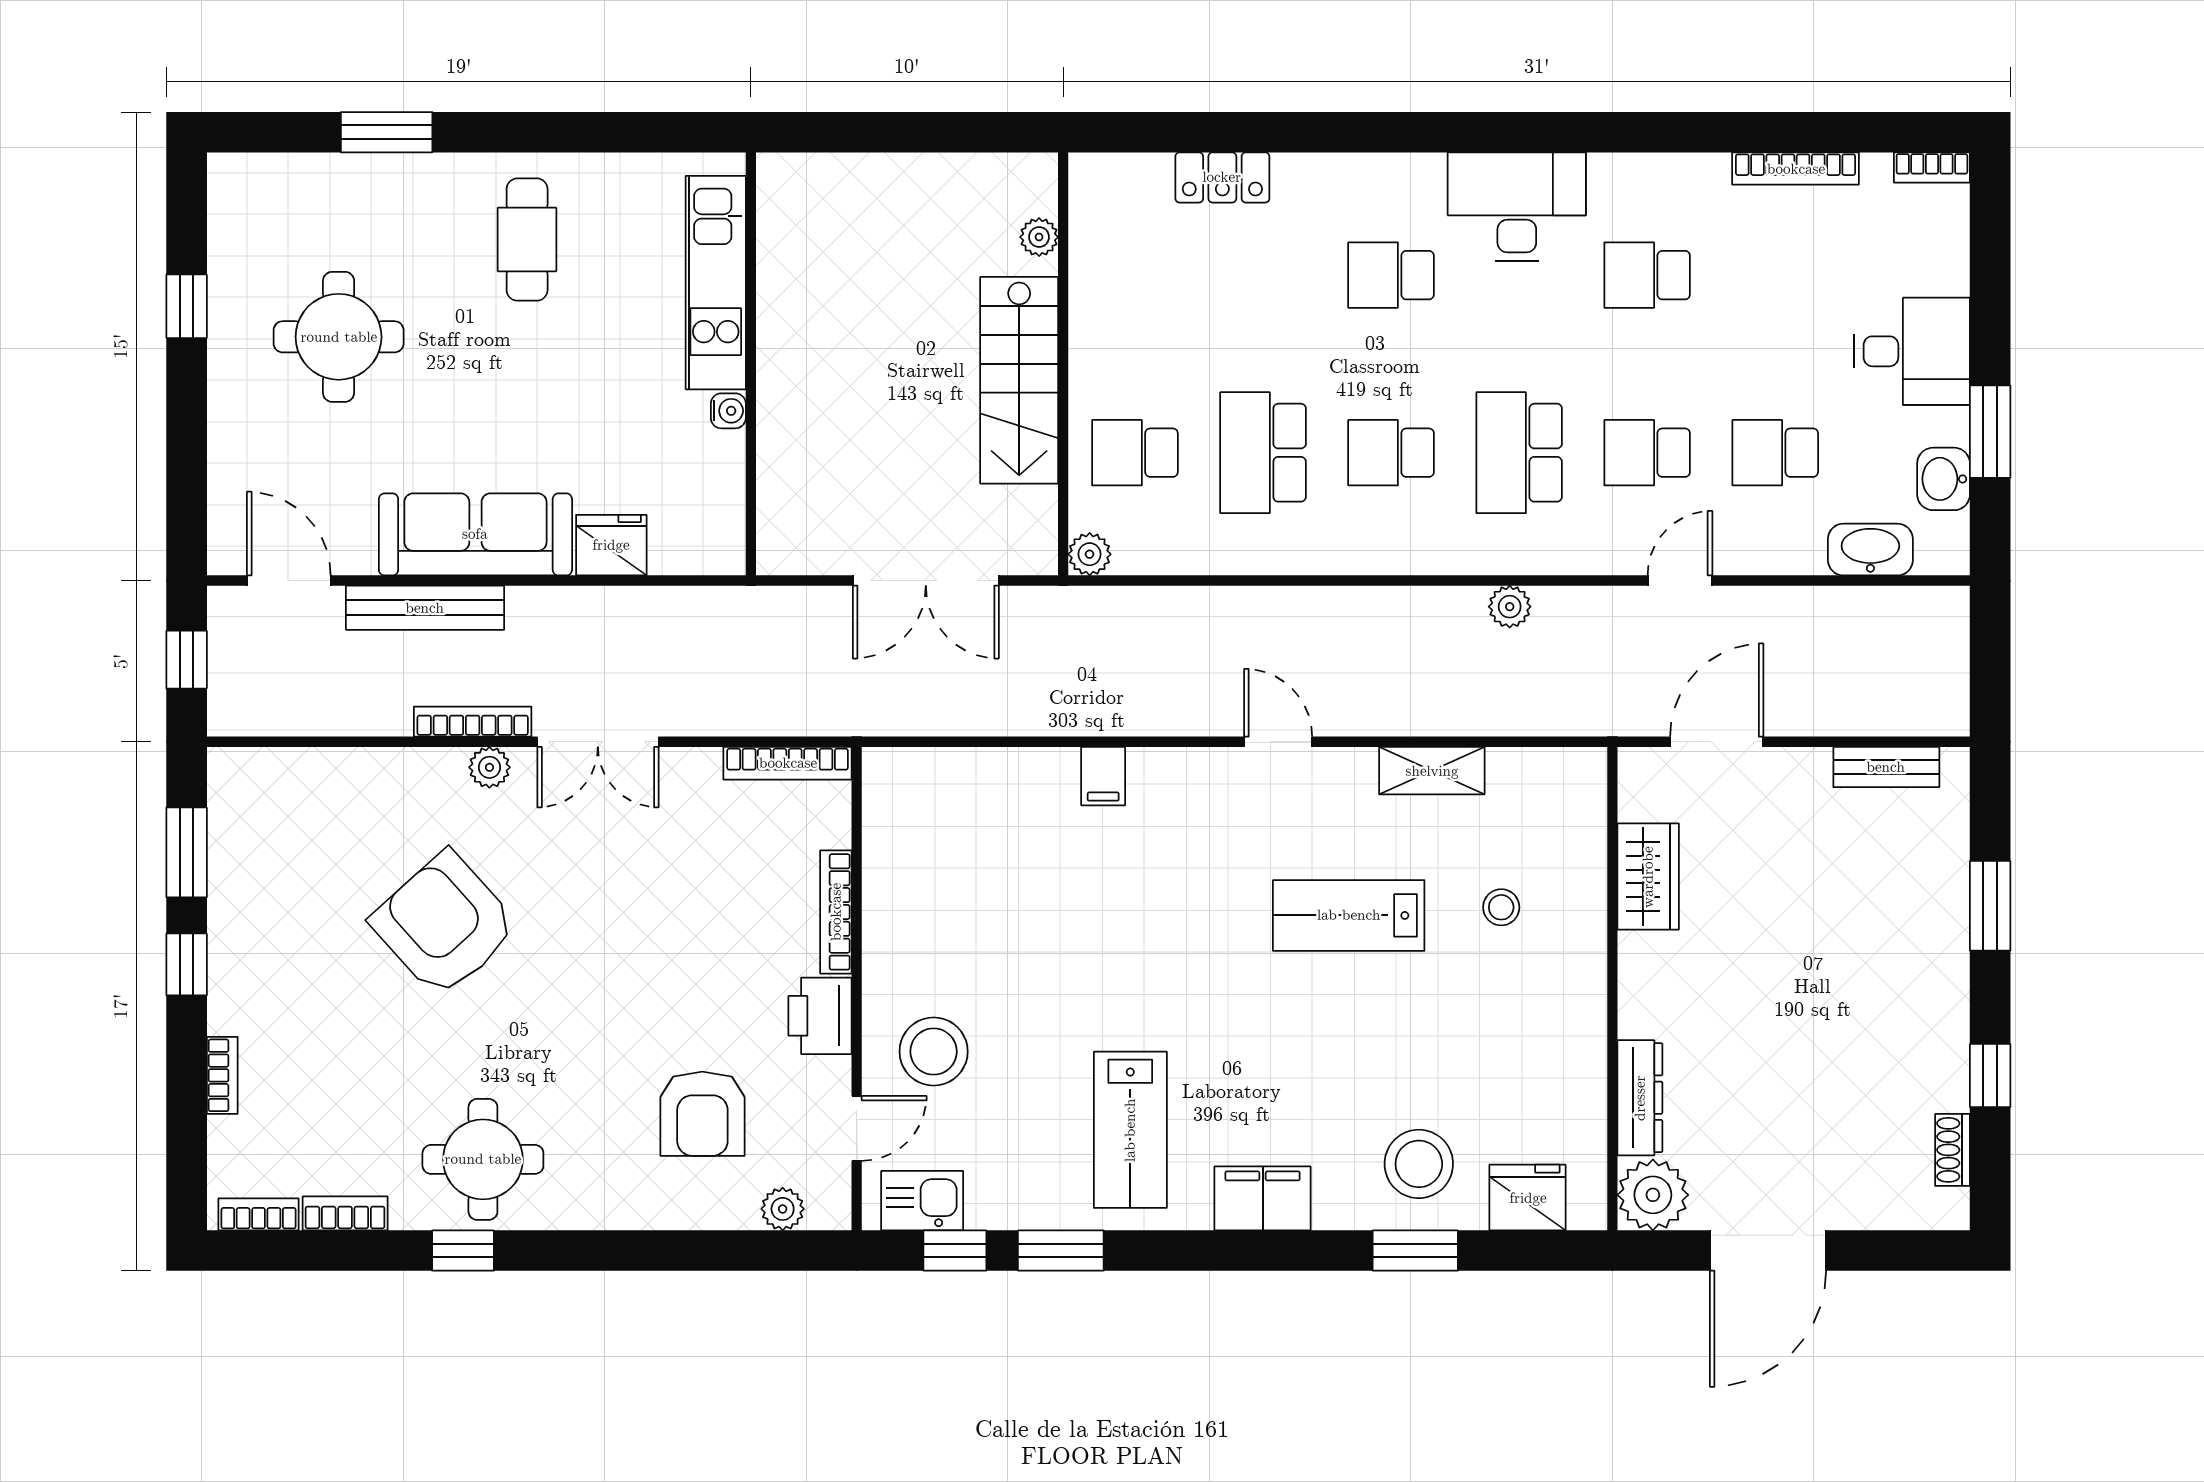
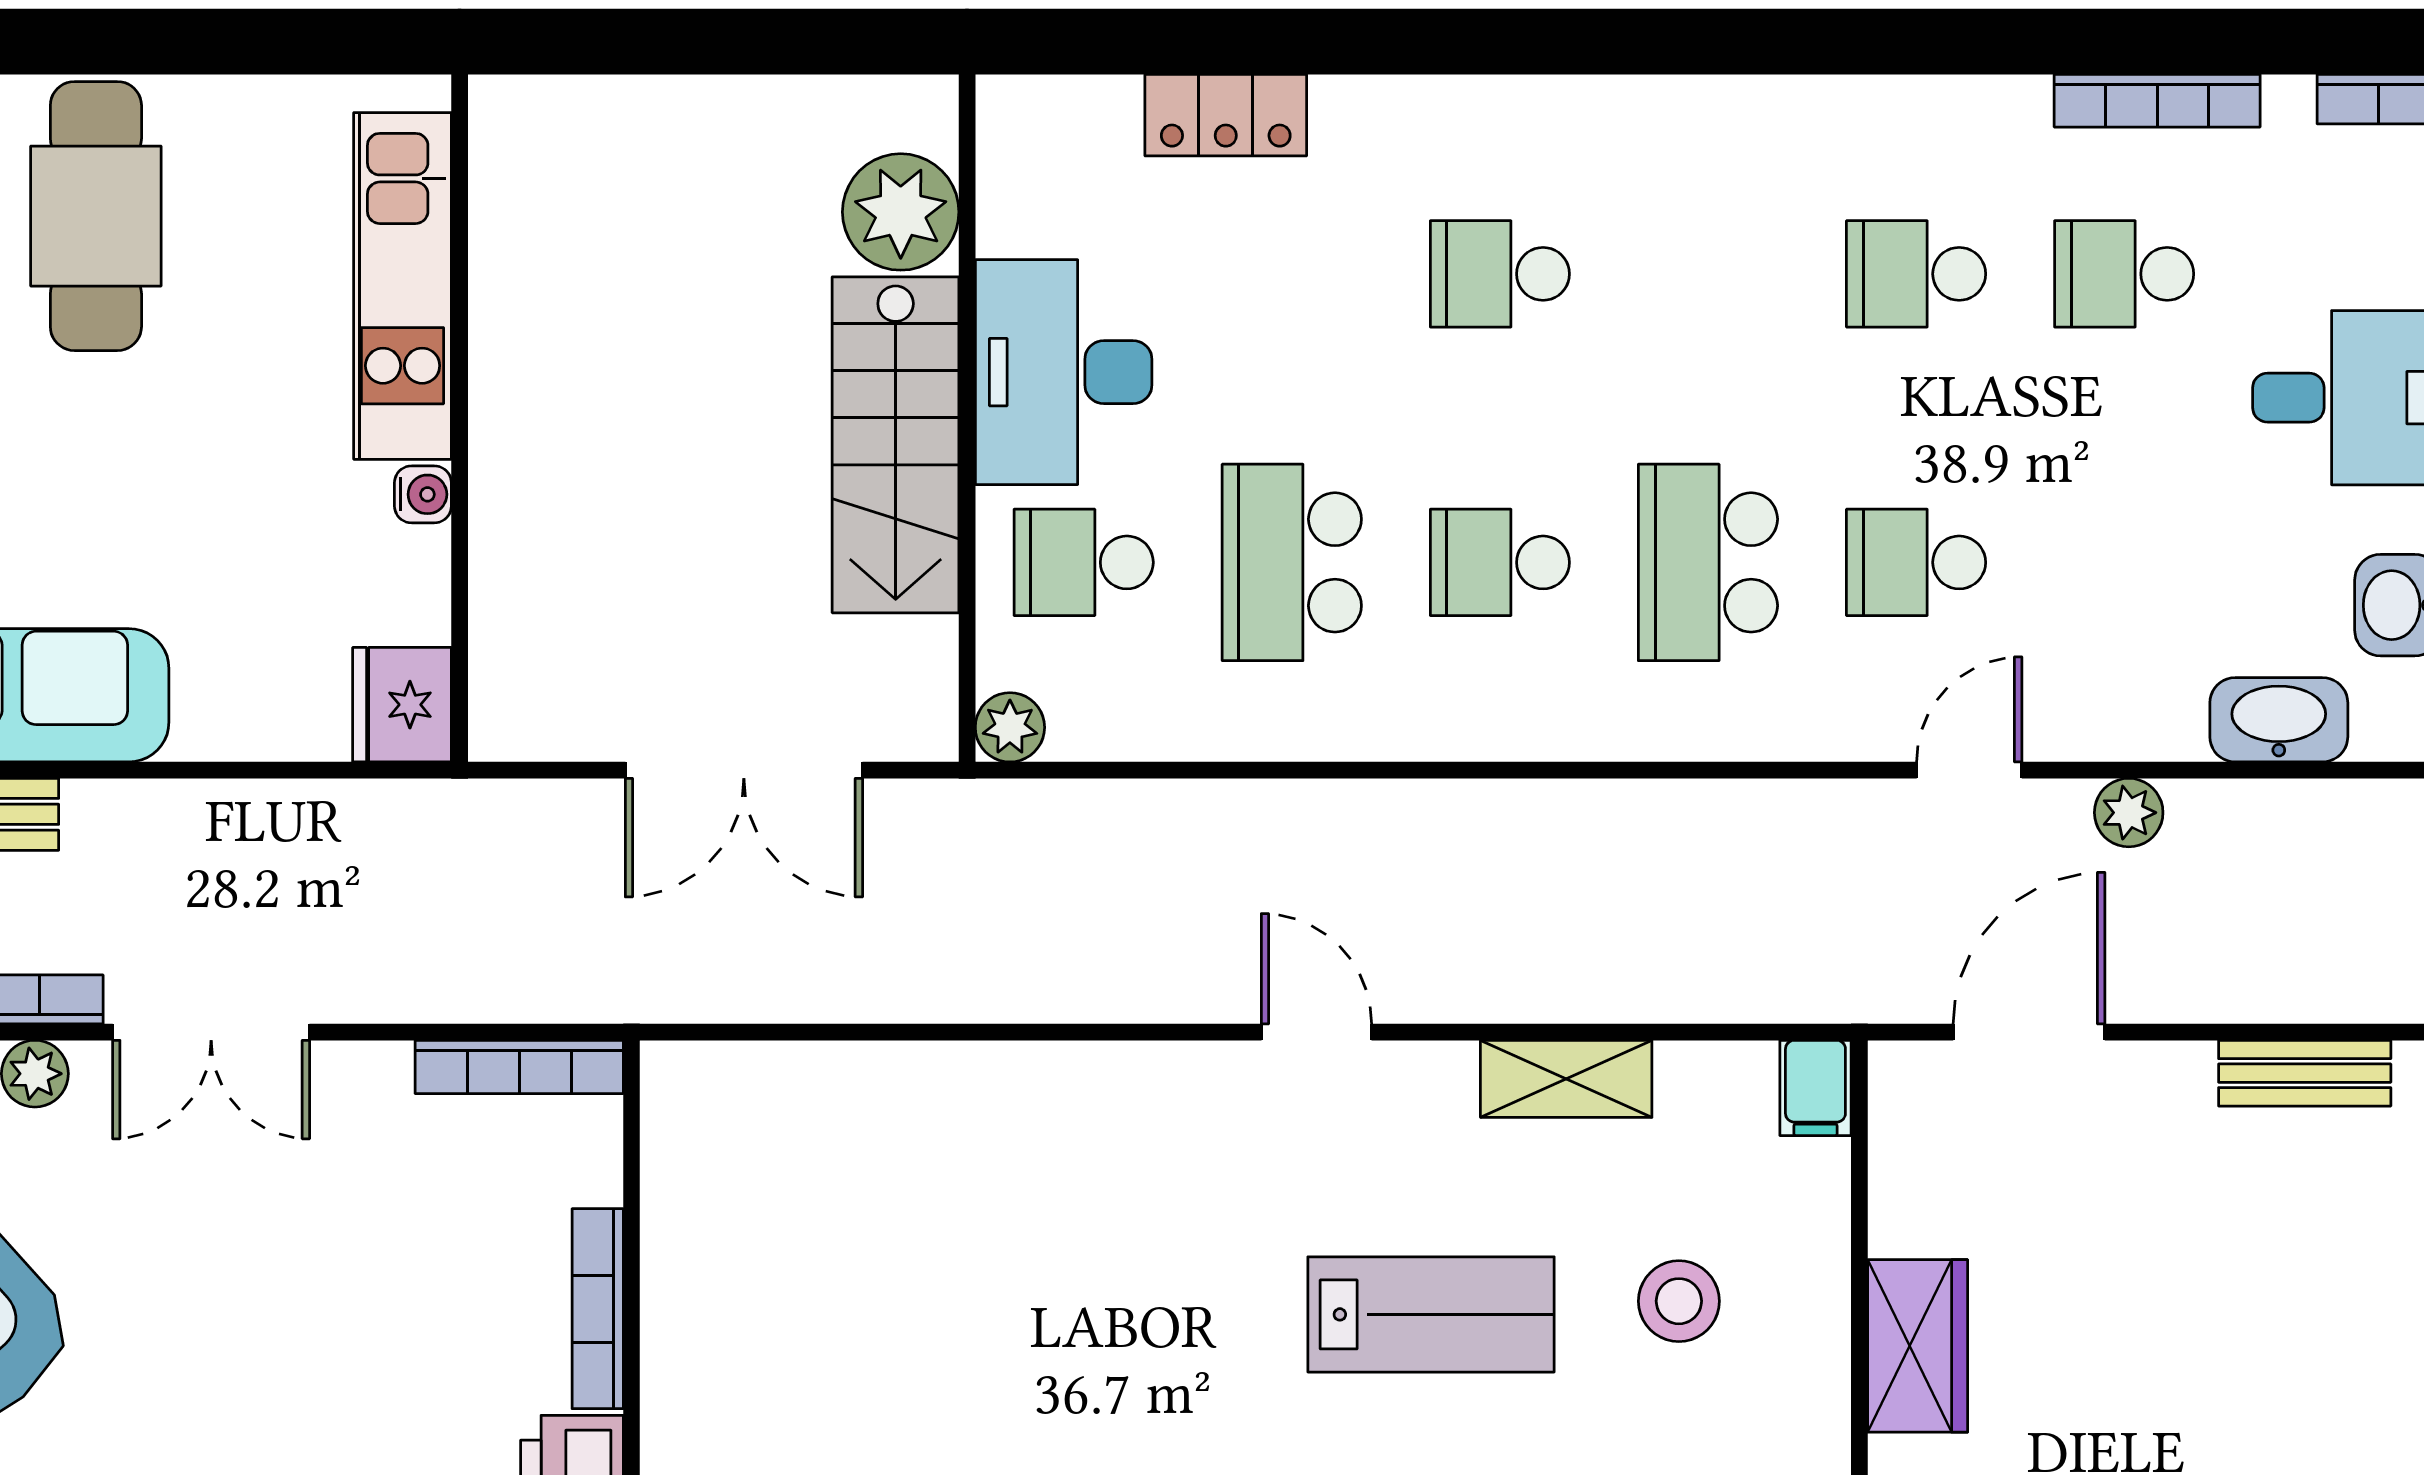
desk: (1517, 207) -> (1064, 372), moved, turned -90
plant: (1039, 237) -> (901, 212), width x1.88, depth x1.88
cafe table: (527, 240) -> (96, 216), width x1.37, depth x1.35
school desk: (1775, 453) -> (2124, 274), moved
fridge: (611, 545) -> (402, 705), moved, turned -90
plant: (1510, 607) -> (2129, 813), moved
filing cabinet: (1103, 776) -> (1815, 1088), moved
wardrobe: (1648, 877) -> (1918, 1346), moved
stool: (1501, 907) -> (1679, 1301), width x1.37, depth x1.37
lab bench: (1349, 915) -> (1431, 1314), turned 180

